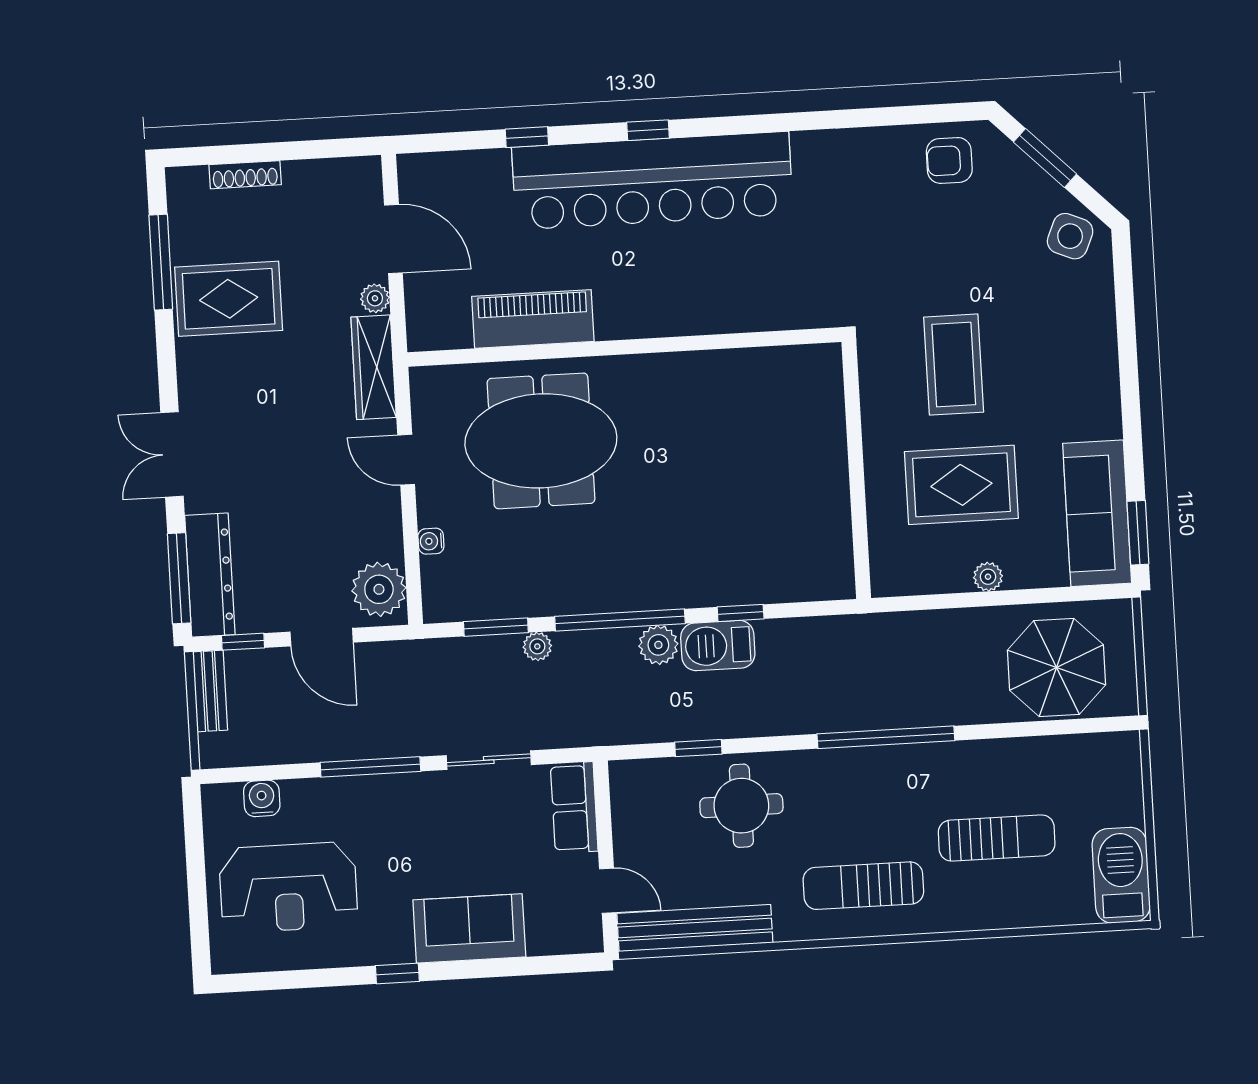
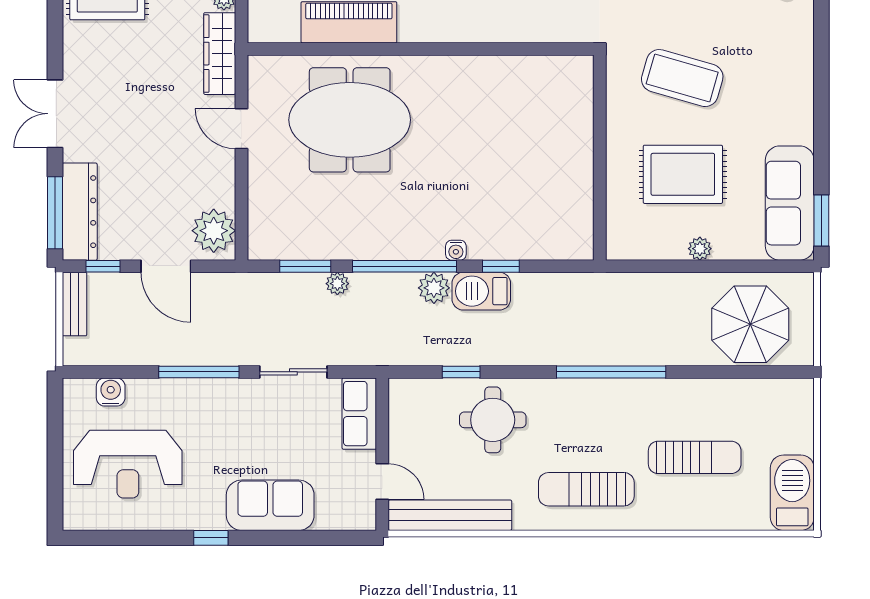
coffee table: (954, 365) -> (682, 78), turned -74
water cooler: (431, 541) -> (456, 250), moved, turned -90

